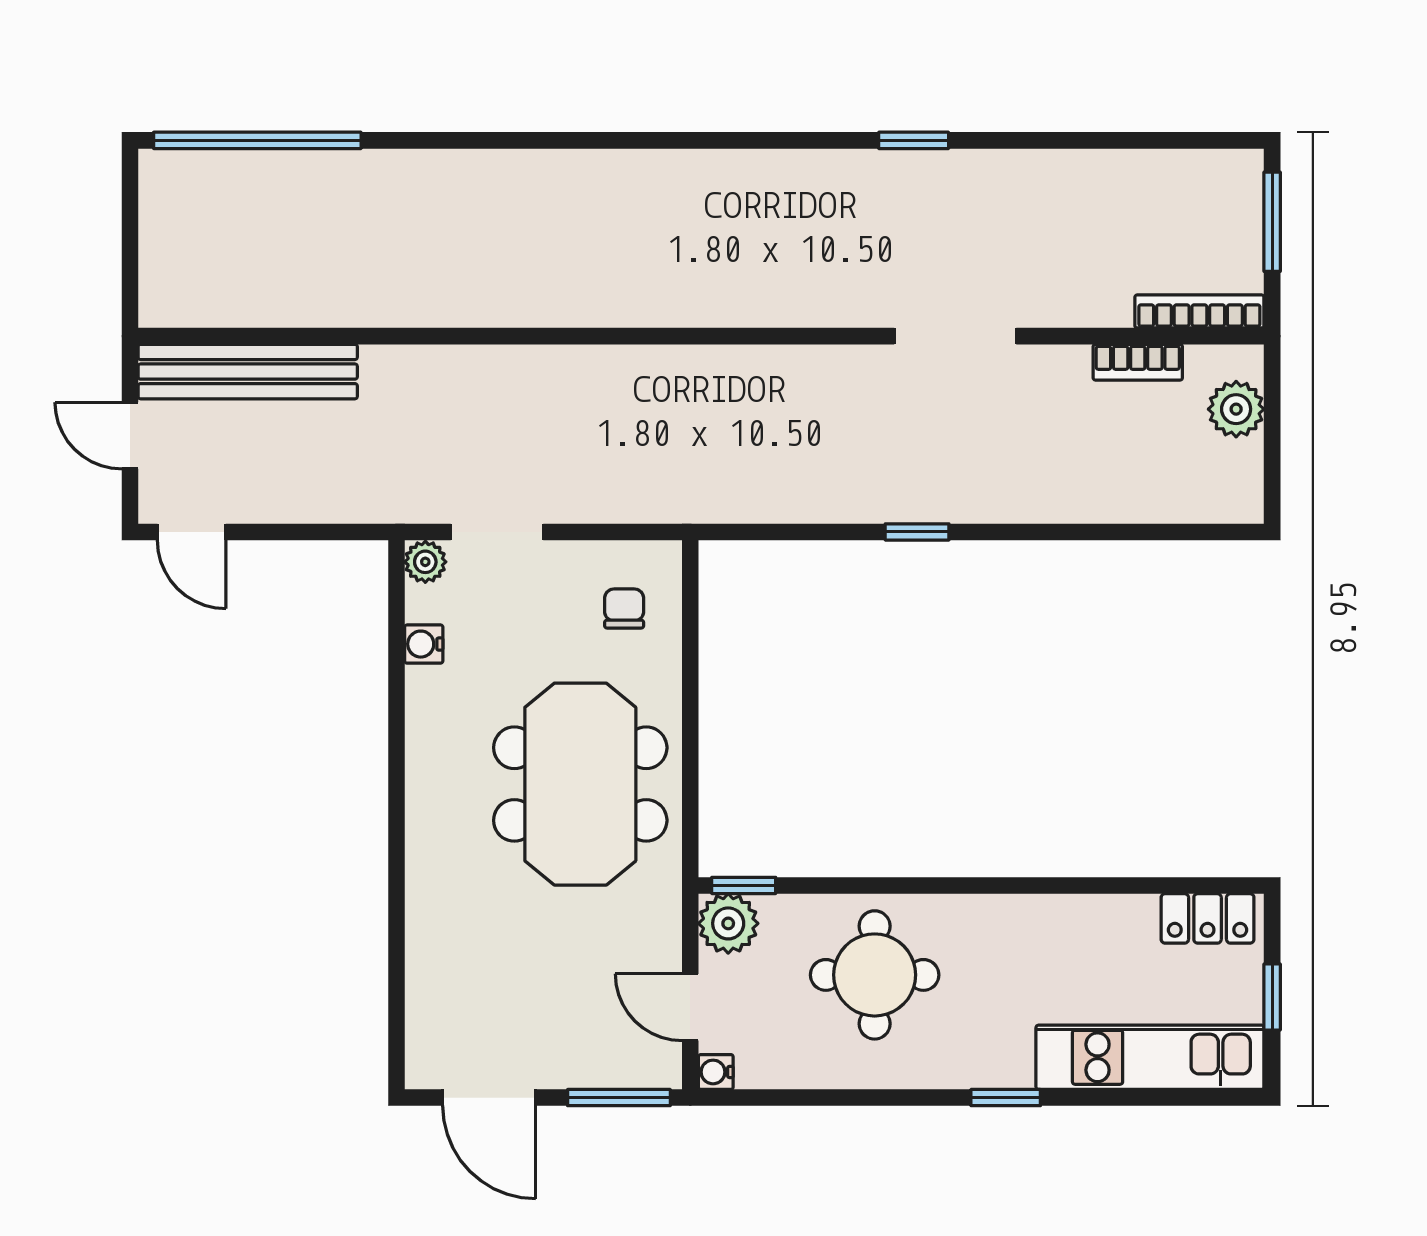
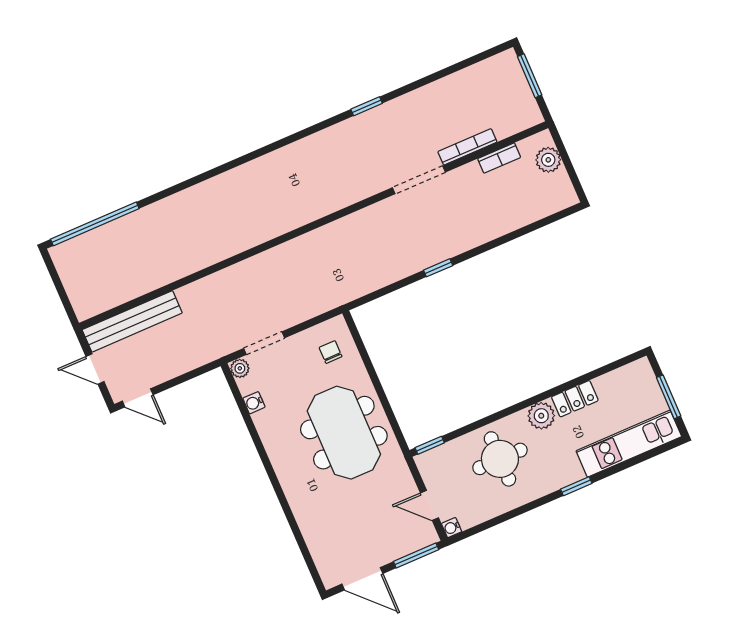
bookcase: (1199, 311) -> (467, 147), moved
locker: (1208, 918) -> (575, 399), moved
plant: (728, 923) -> (541, 416), moved
window: (1272, 997) -> (669, 397), width x1.50

